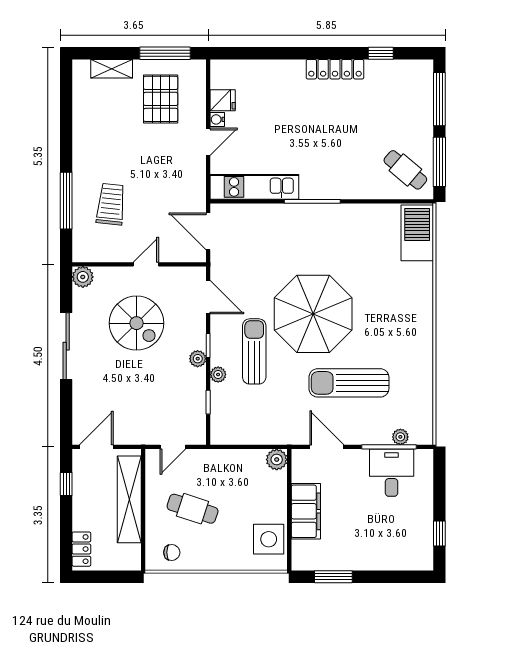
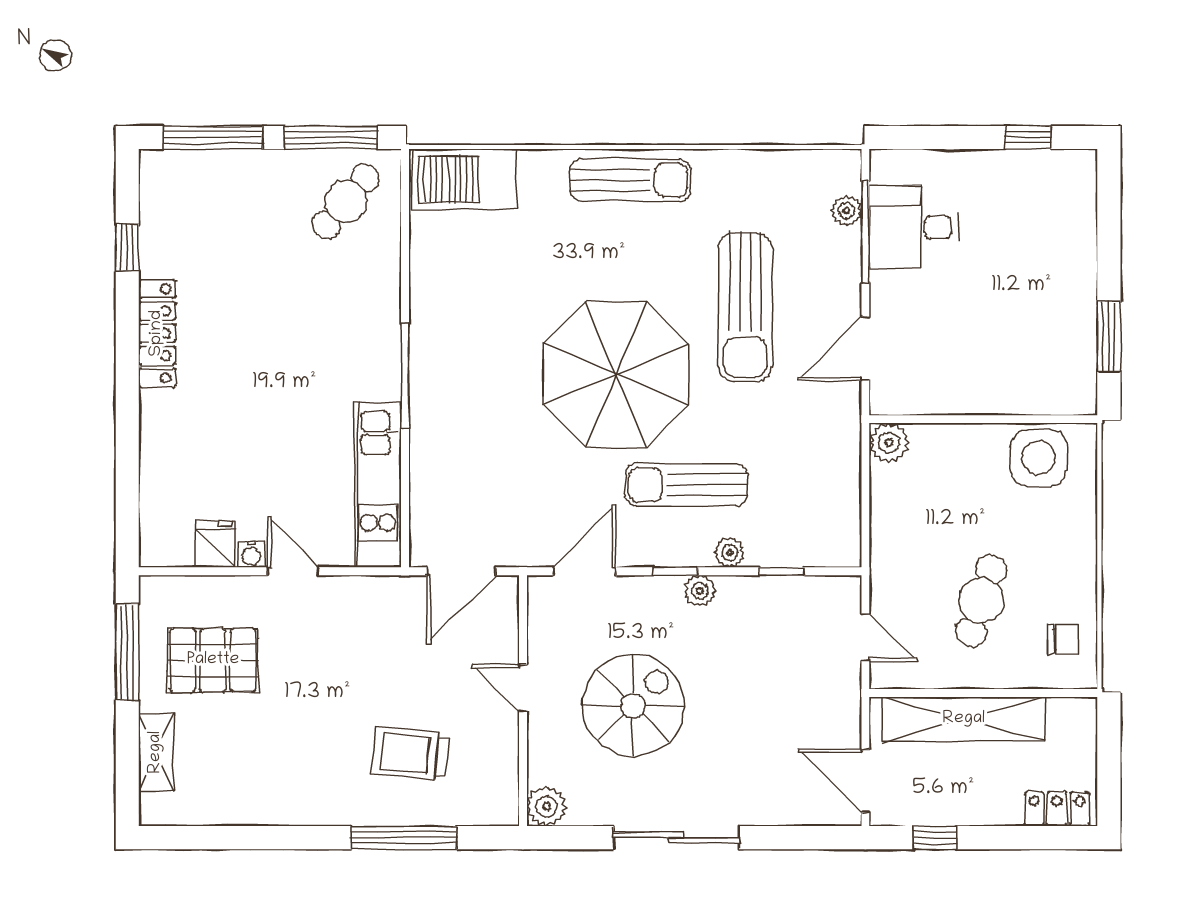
sun lounger: (417, 322) -> (630, 180), added
filing cabinet: (306, 511) -> (986, 388), removed
chair: (172, 552) -> (1063, 639), turned 90

